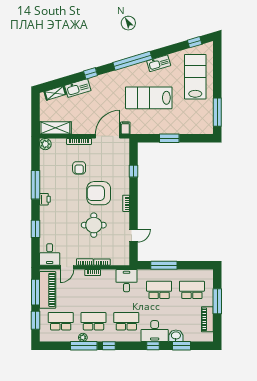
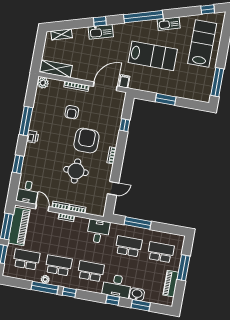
kitchen sink: (78, 88) -> (101, 32), moved
lab bench: (149, 98) -> (153, 56), turned 180
armchair: (99, 193) -> (86, 141), turned 90
door: (67, 267) -> (42, 208), swing flipped

